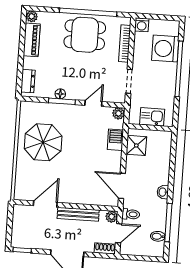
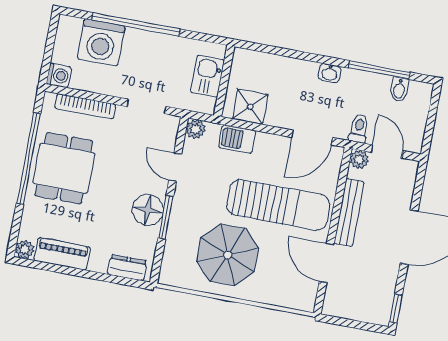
floor lamp: (60, 94) -> (148, 210), width x1.89, depth x1.89
sun lounger: (78, 170) -> (278, 205), added
shoe rack: (105, 248) -> (409, 176), removed

